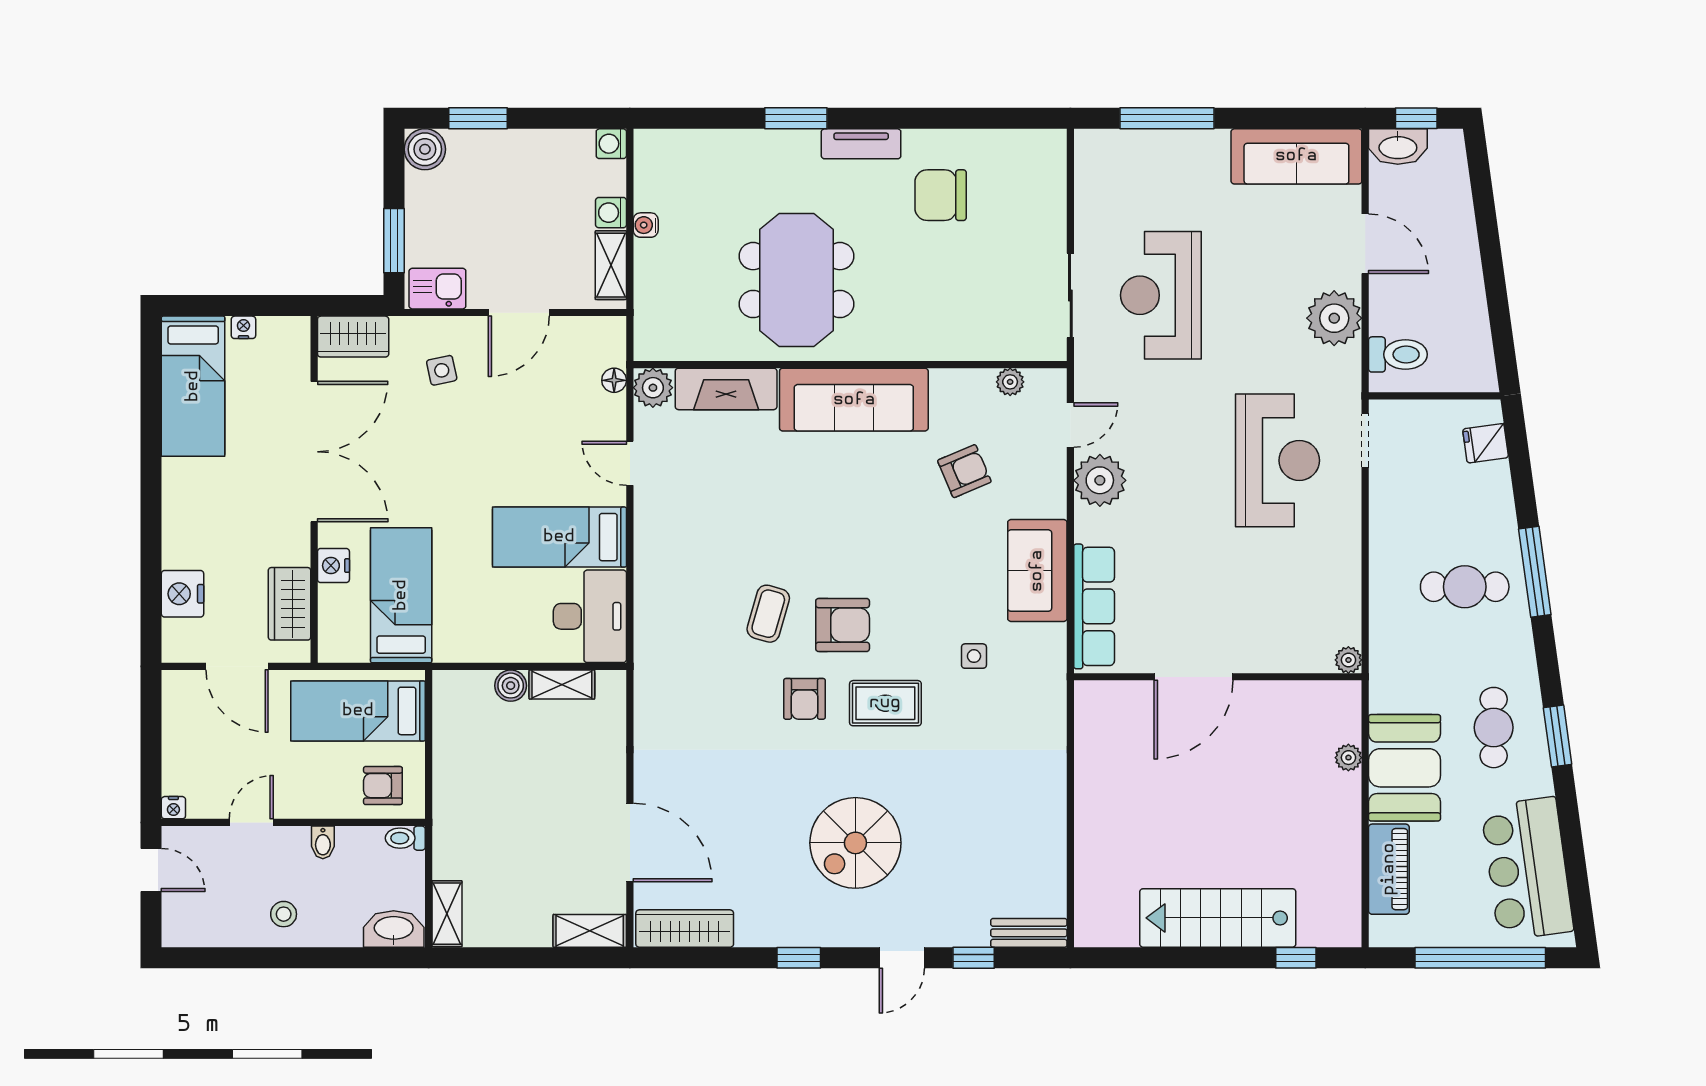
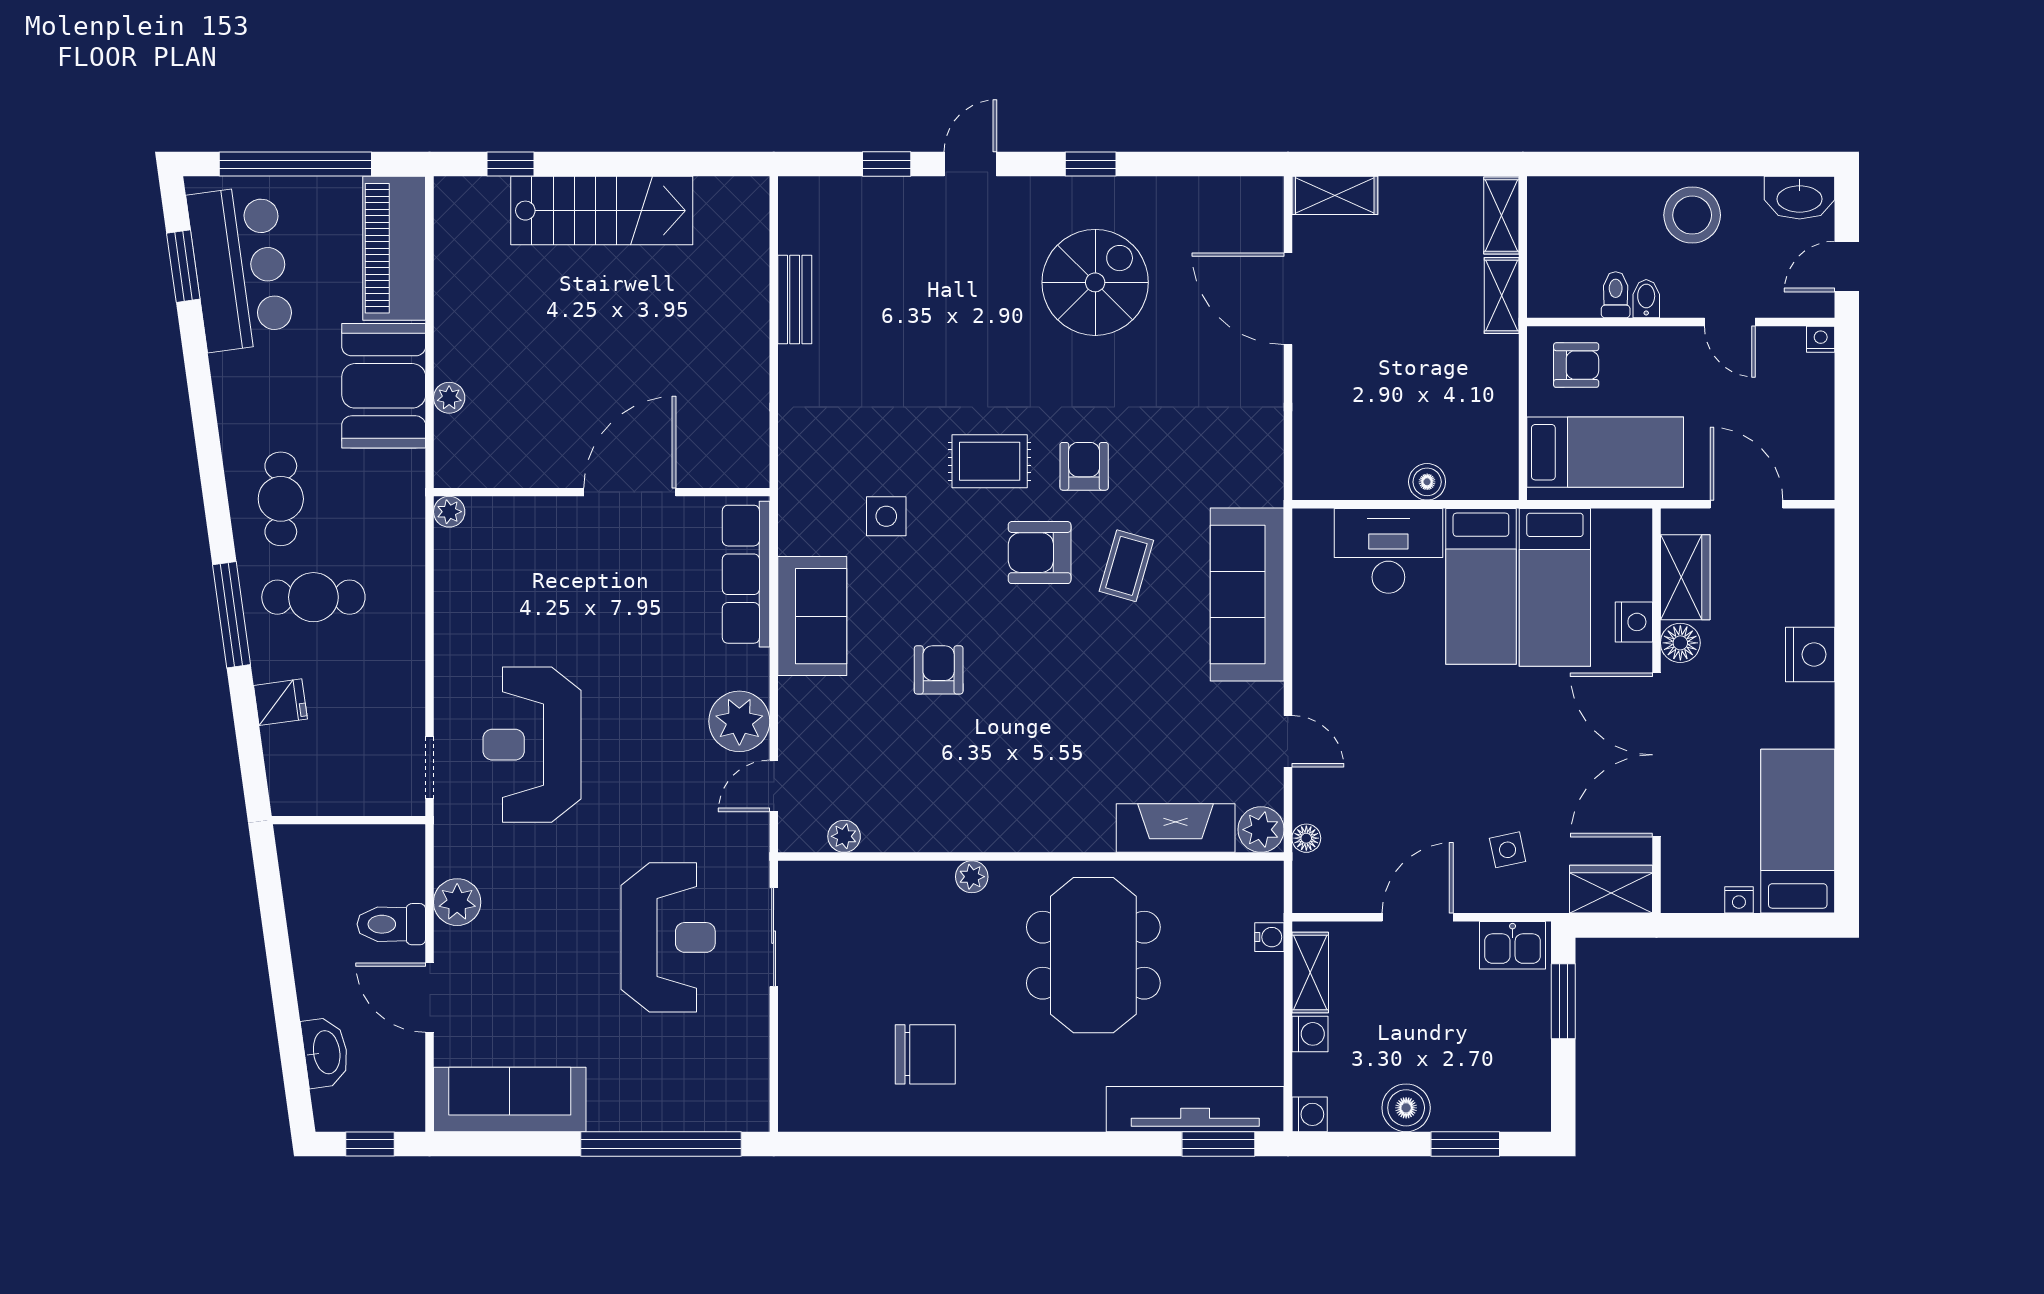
window: (796, 118) -> (1218, 1144), moved
window: (1167, 118) -> (661, 1144), width x1.46
tv unit: (861, 144) -> (1195, 1109), moved, width x1.92, depth x1.29
washbasin: (1398, 147) -> (325, 1052), moved, turned 82
boiler: (425, 149) -> (1406, 1108), moved
water cooler: (646, 225) -> (1269, 937), moved
plant: (1334, 318) -> (457, 902), width x0.73, depth x0.73
plant: (901, 347) -> (972, 877), added
toilet: (1398, 354) -> (391, 924), moved
sofa: (854, 400) -> (1247, 594), moved, turned -90
fridge: (1486, 443) -> (280, 702), moved
armchair: (964, 471) -> (939, 670), moved, turned 113
bed: (559, 537) -> (1481, 586), moved, turned 90
floor lamp: (294, 548) -> (1680, 643), added
nightstand: (183, 594) -> (1810, 654), moved
desk: (590, 616) -> (1388, 551), moved, turned 90
side table: (974, 656) -> (886, 516), width x1.37, depth x1.37
shelving: (562, 685) -> (1502, 296), moved, turned 90
cafe table: (1494, 728) -> (281, 499), moved
window: (1558, 736) -> (183, 266), moved
door: (251, 822) -> (1730, 322), hinge flipped
toilet: (405, 838) -> (1616, 295), moved, turned -90
spiral stairs: (855, 843) -> (1095, 282), moved
piano: (1389, 869) -> (394, 248), width x1.37, depth x1.33
door: (151, 870) -> (1847, 267), hinge flipped
stool: (284, 914) -> (1692, 215), width x1.89, depth x1.89
washbasin: (394, 929) -> (1800, 198), moved
wardrobe: (685, 929) -> (1224, 198), removed
bench: (1029, 933) -> (795, 299), moved, turned 90

